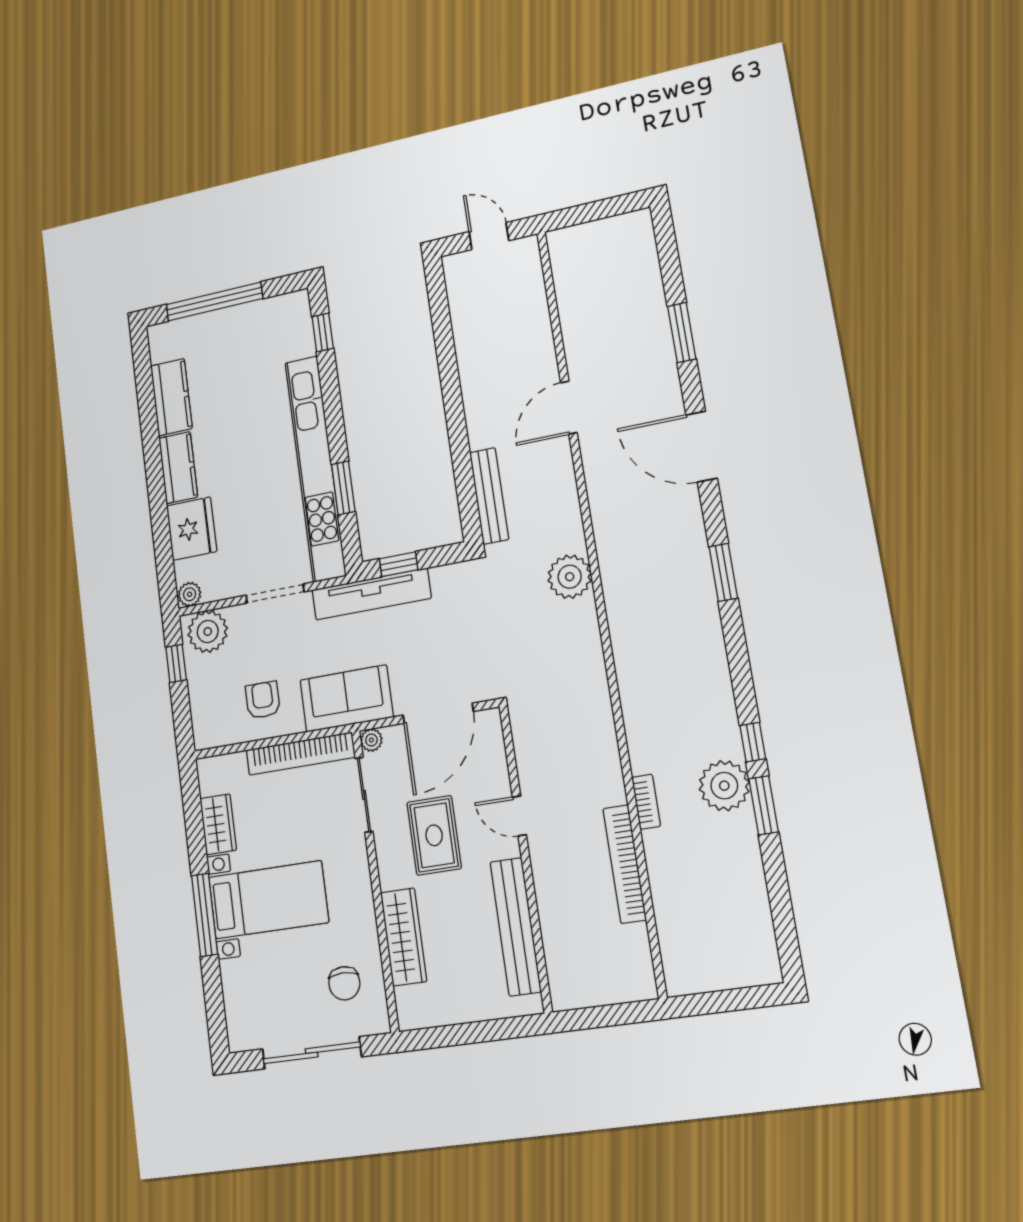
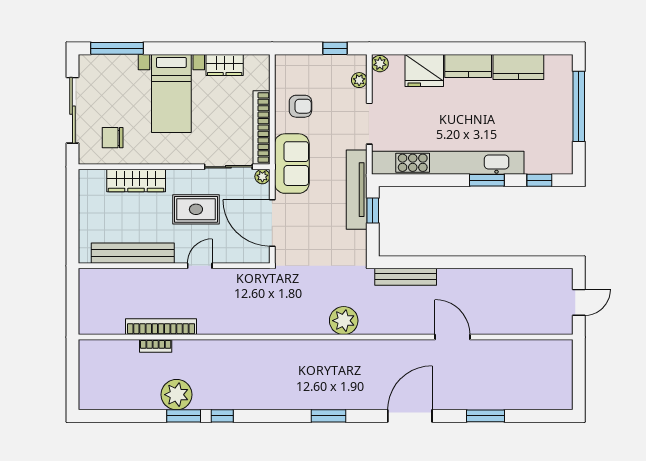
window: (343, 488) -> (487, 180), moved
plant: (208, 631) -> (359, 80), width x0.53, depth x0.53
plant: (724, 786) -> (177, 395), moved
bookcase: (646, 802) -> (156, 346), moved
window: (204, 915) -> (117, 48), moved

